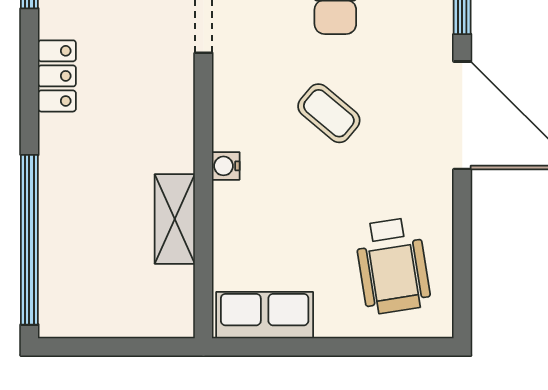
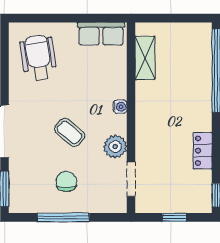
plant: (236, 84) -> (115, 147), added
shelving: (175, 219) -> (145, 58), moved

